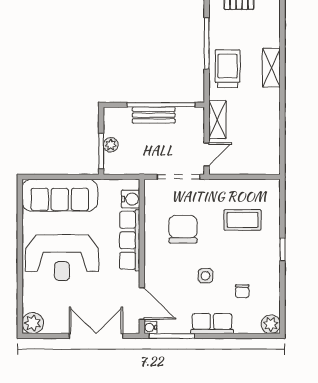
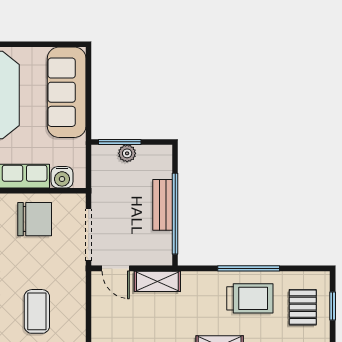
trolley: (228, 69) -> (250, 298), moved
chair: (183, 229) -> (35, 219), moved

